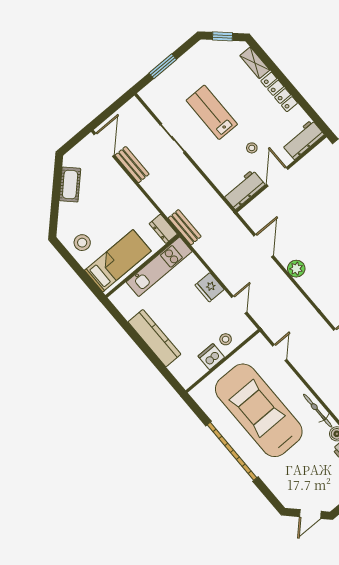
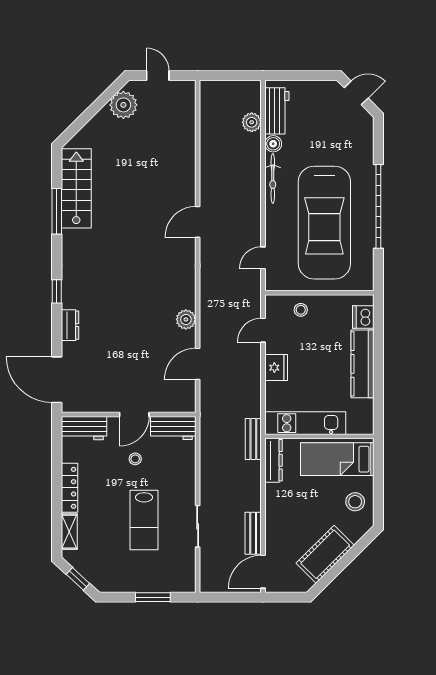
cot: (70, 184) -> (325, 554), width x1.37, depth x1.34
dresser: (163, 229) -> (273, 460), width x1.44
dishwasher: (211, 357) -> (363, 317), moved, turned 90

